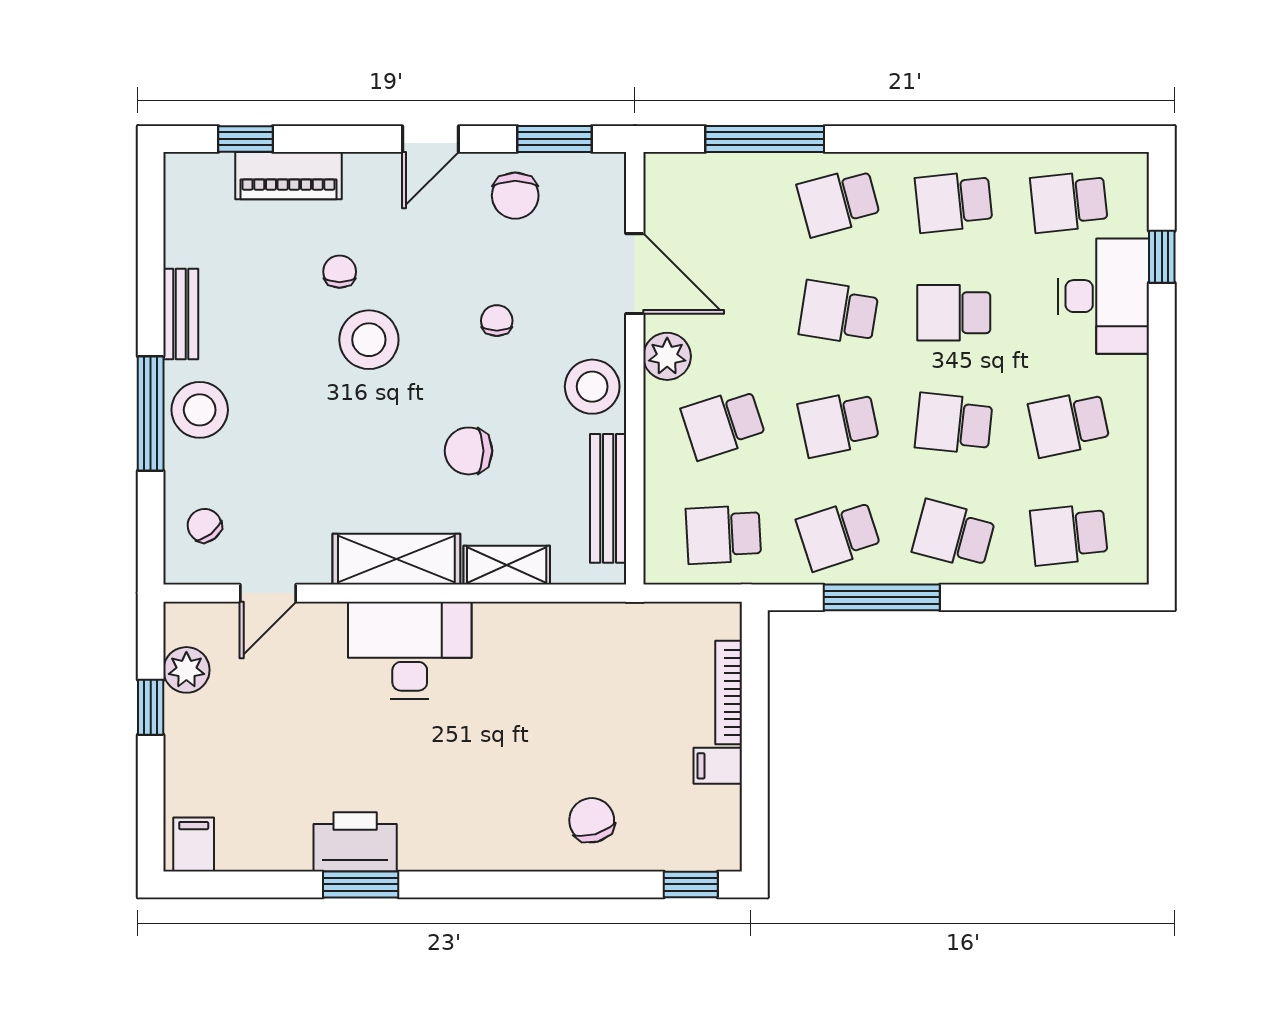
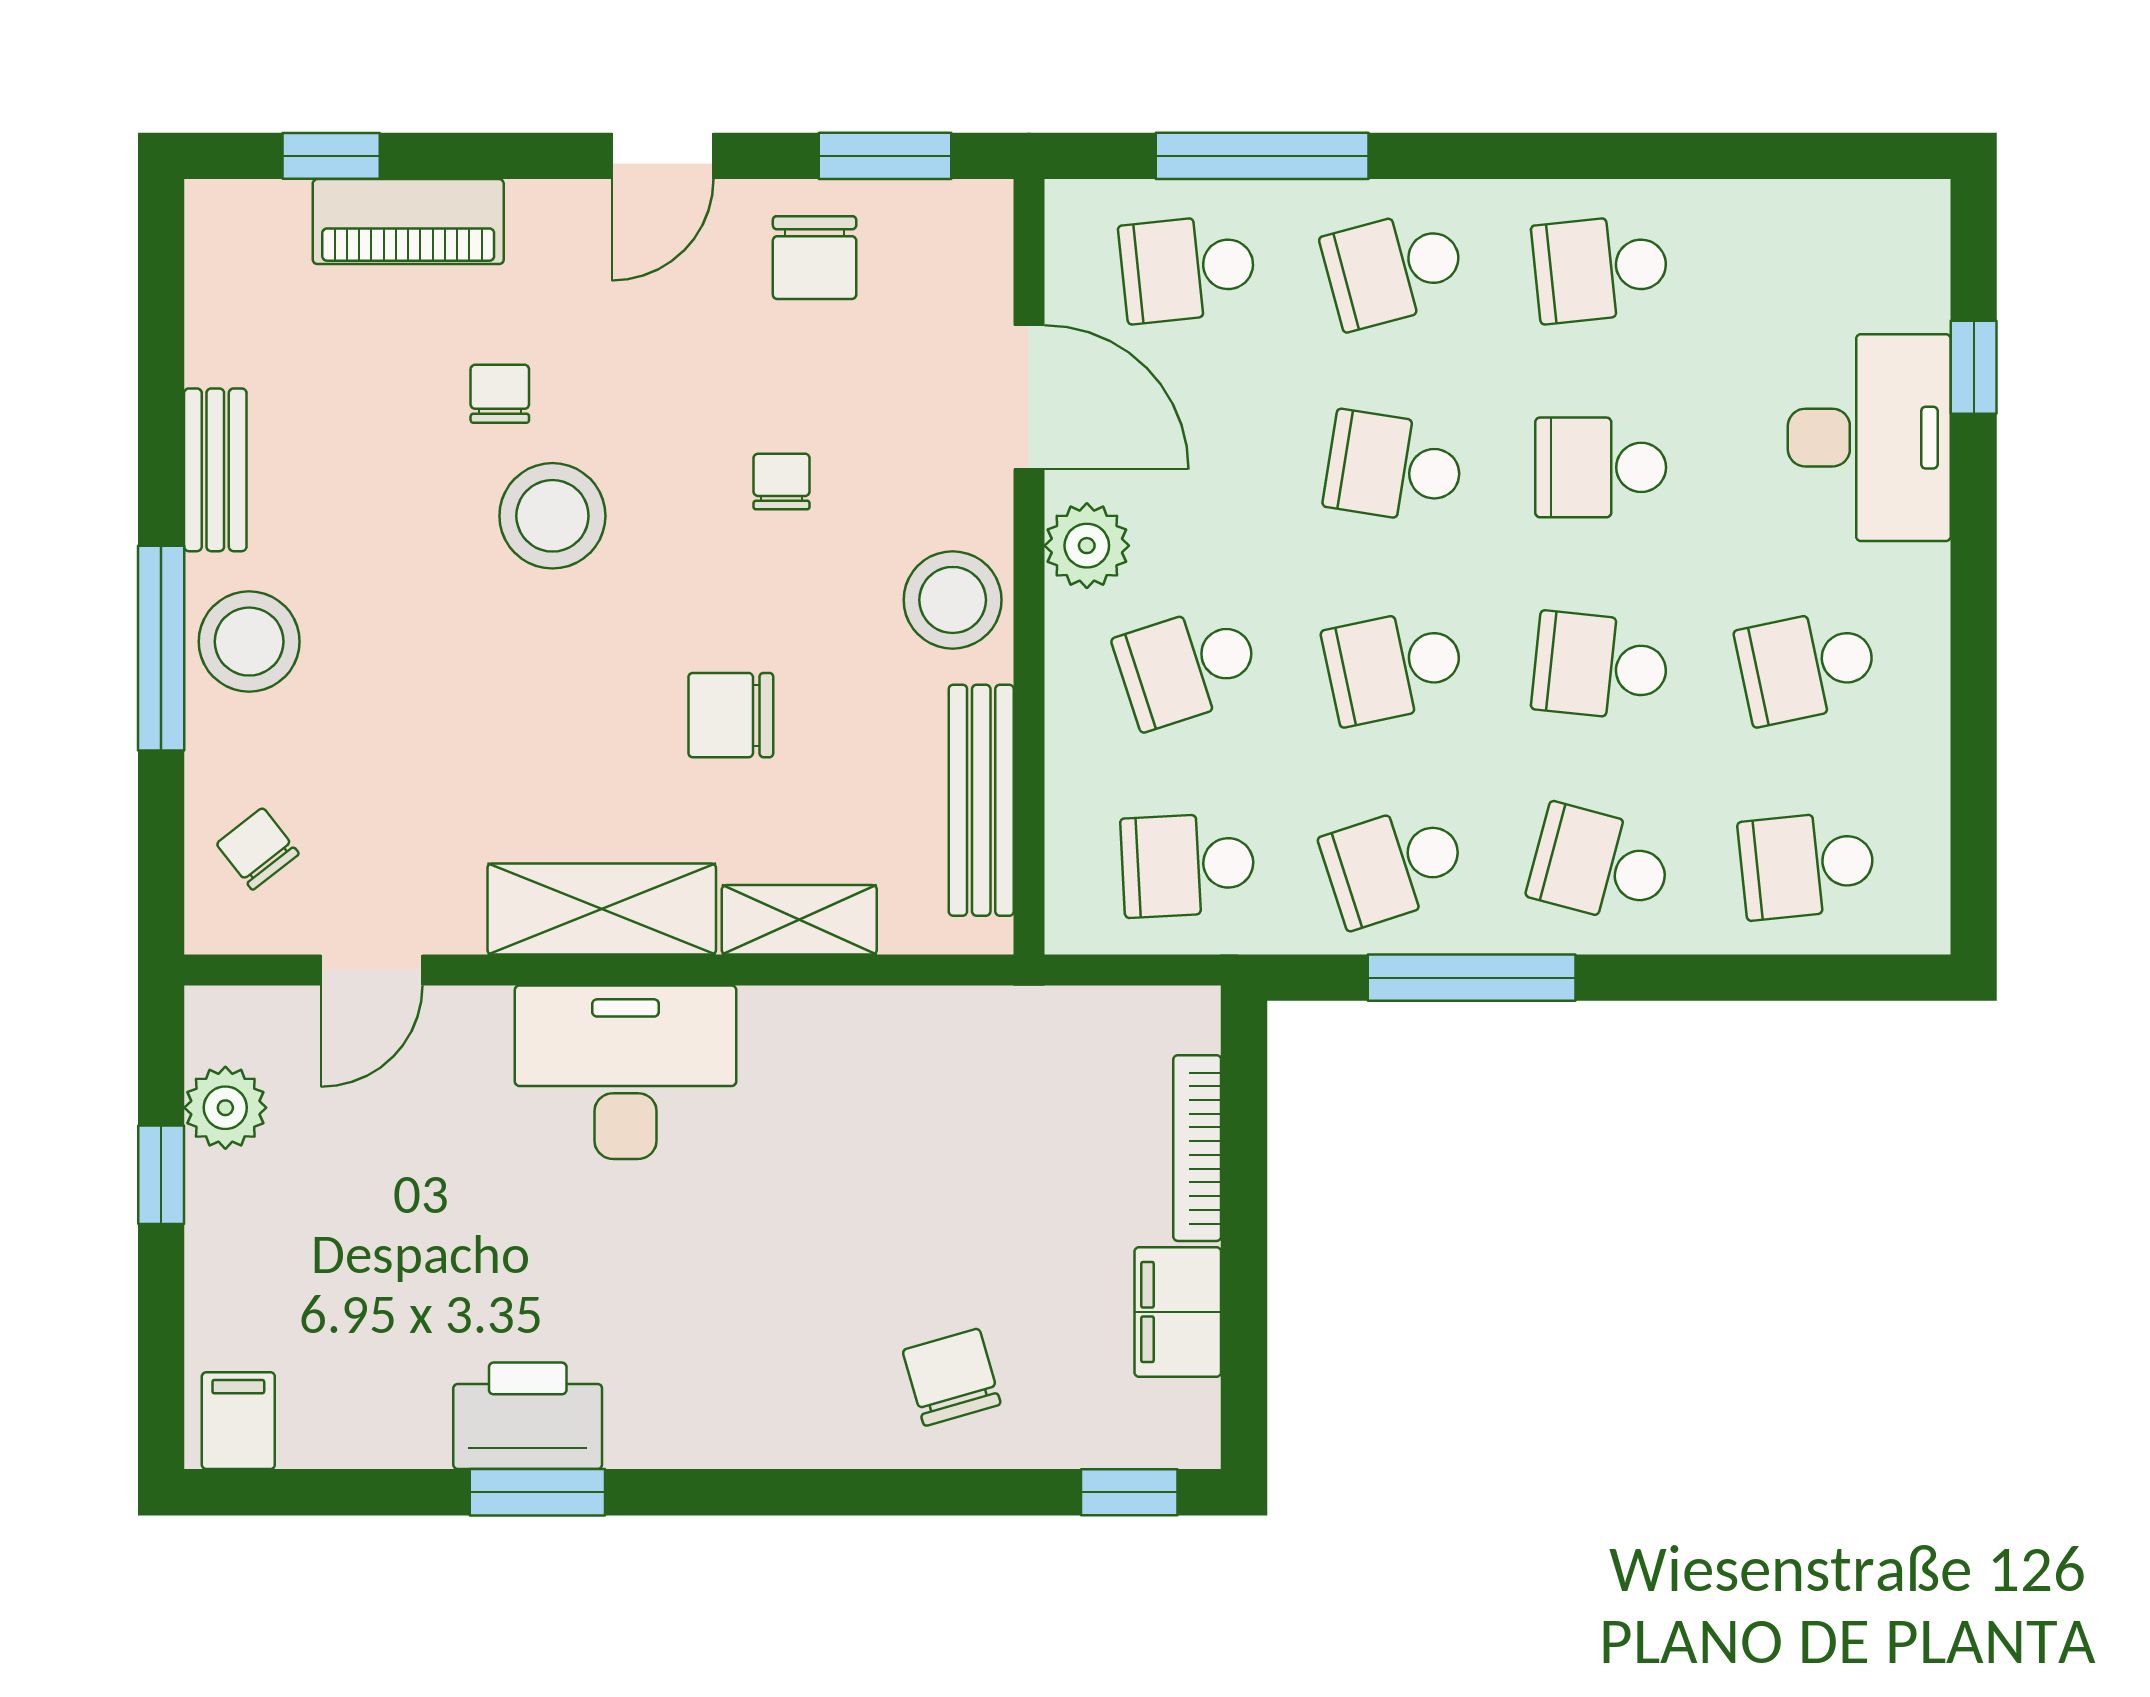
school desk: (1069, 202) -> (1188, 269), moved
filing cabinet: (718, 766) -> (1178, 1312), width x2.00

